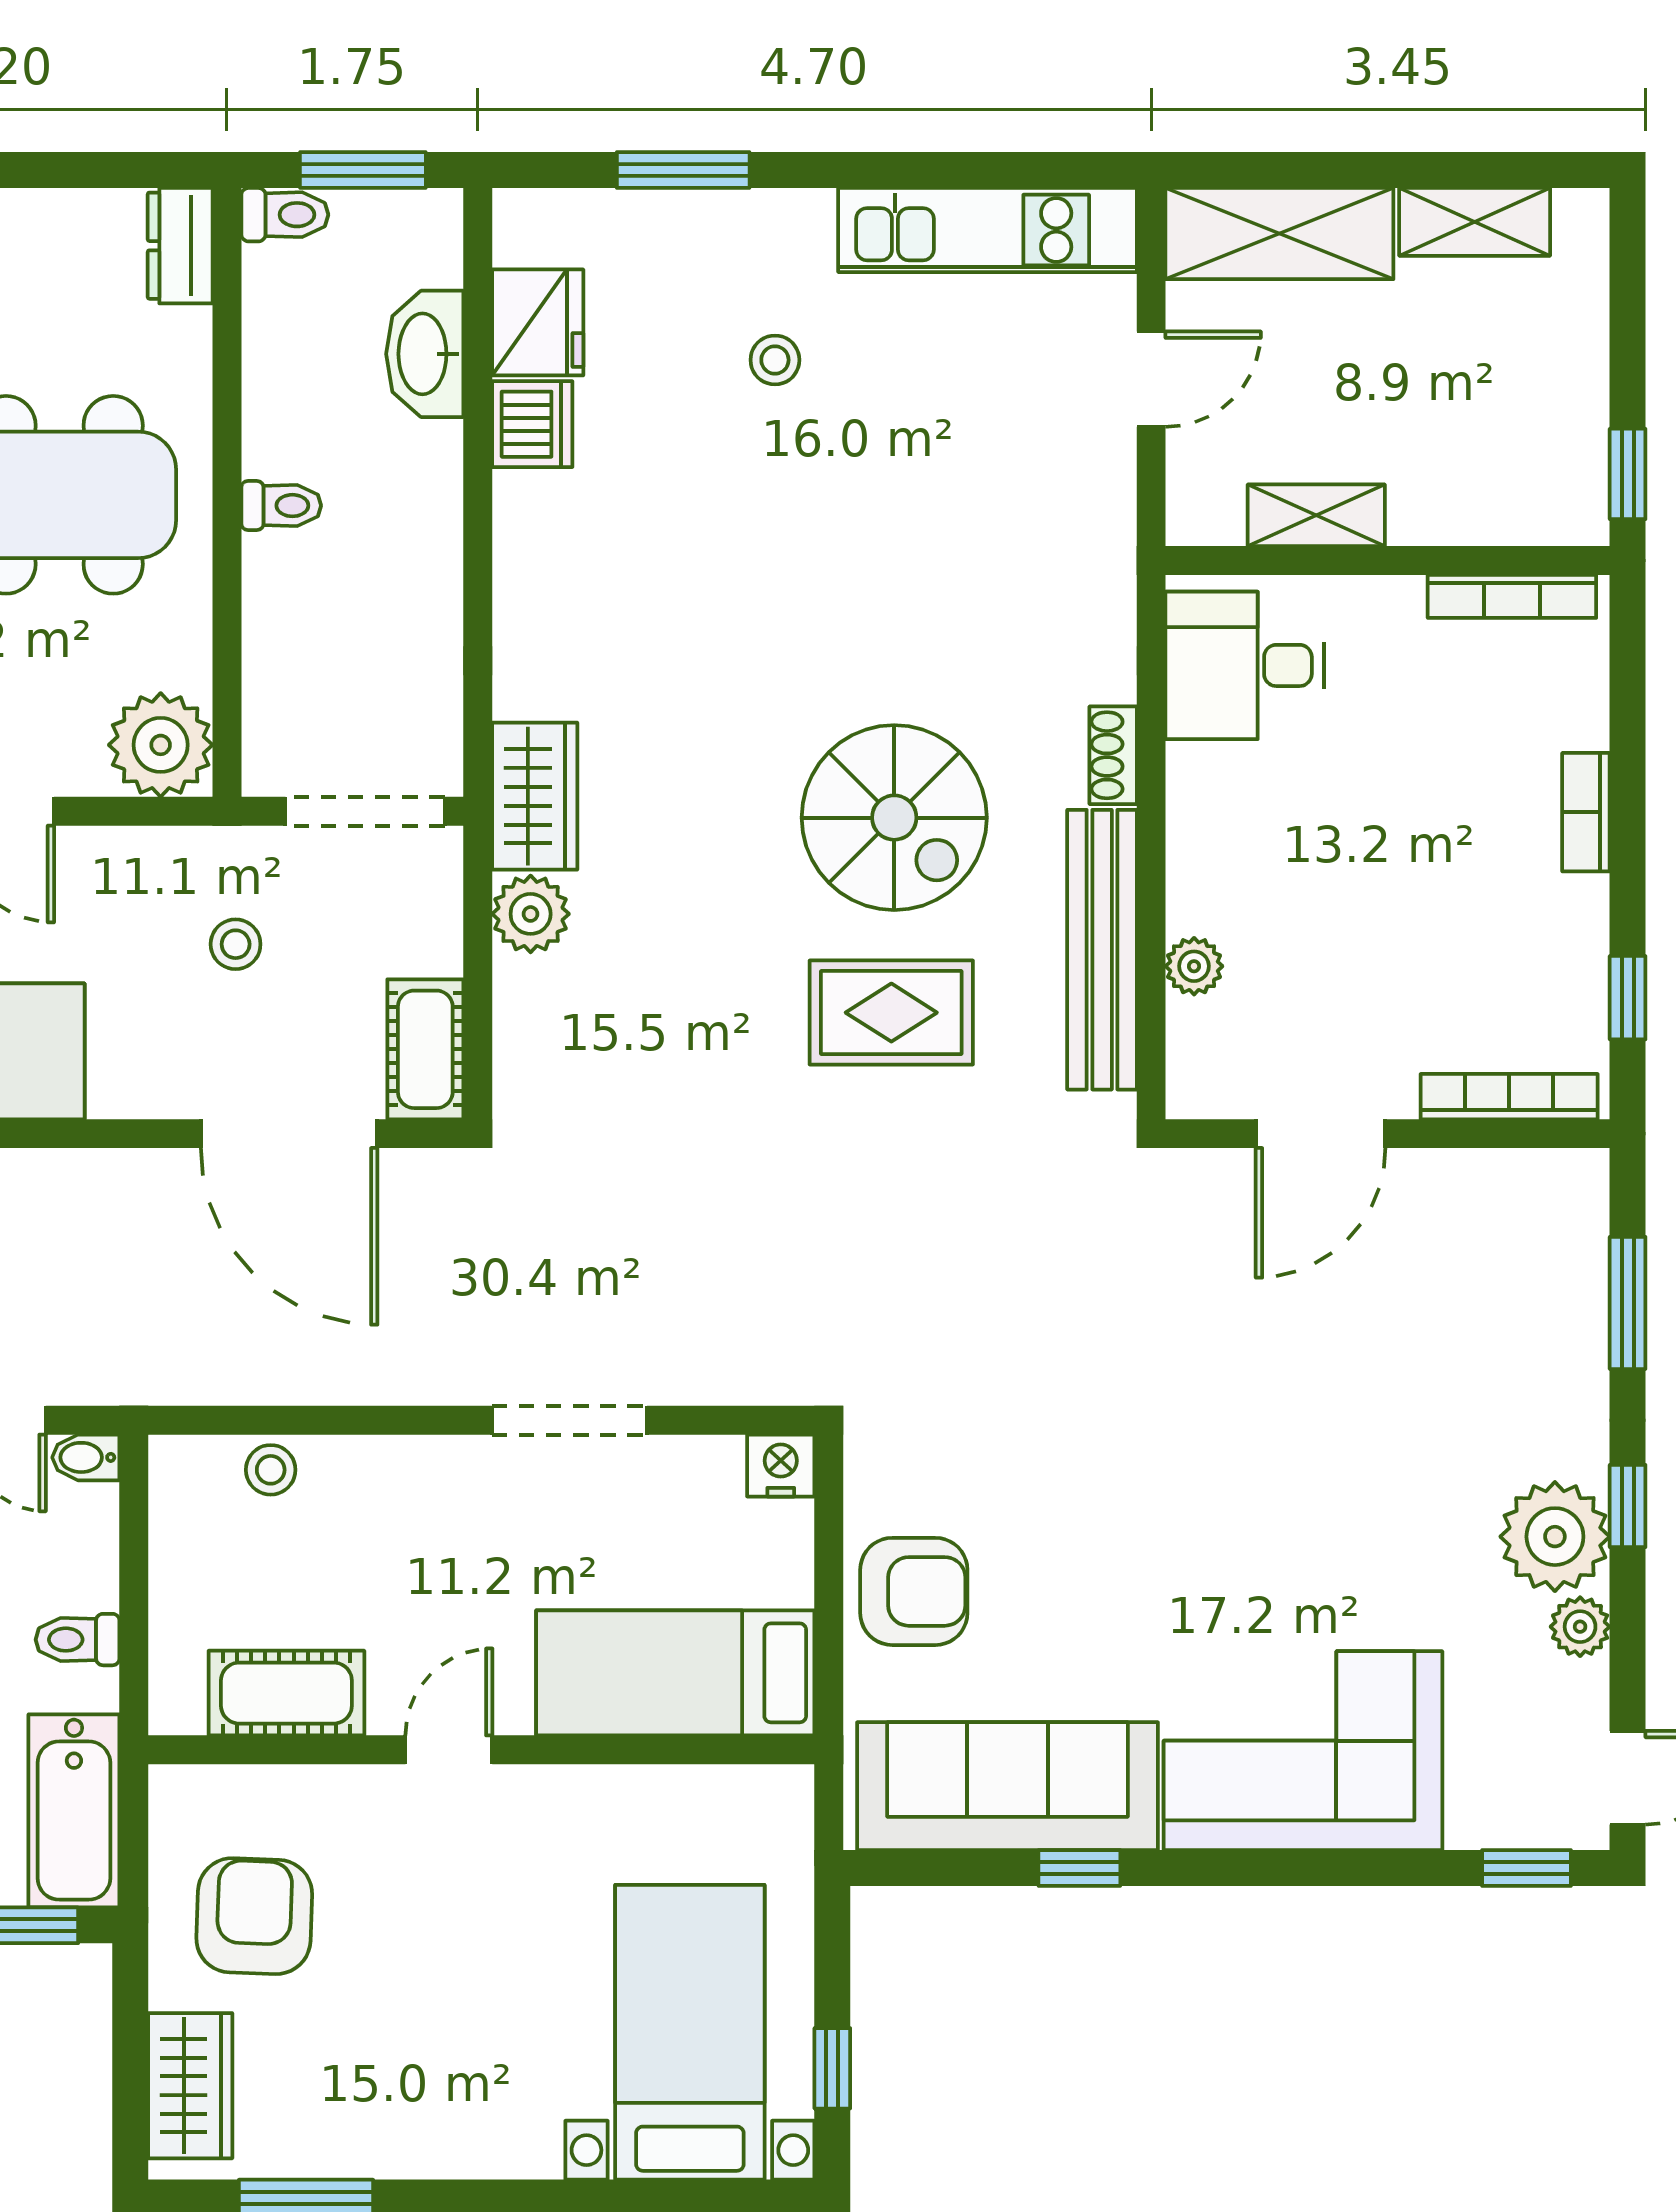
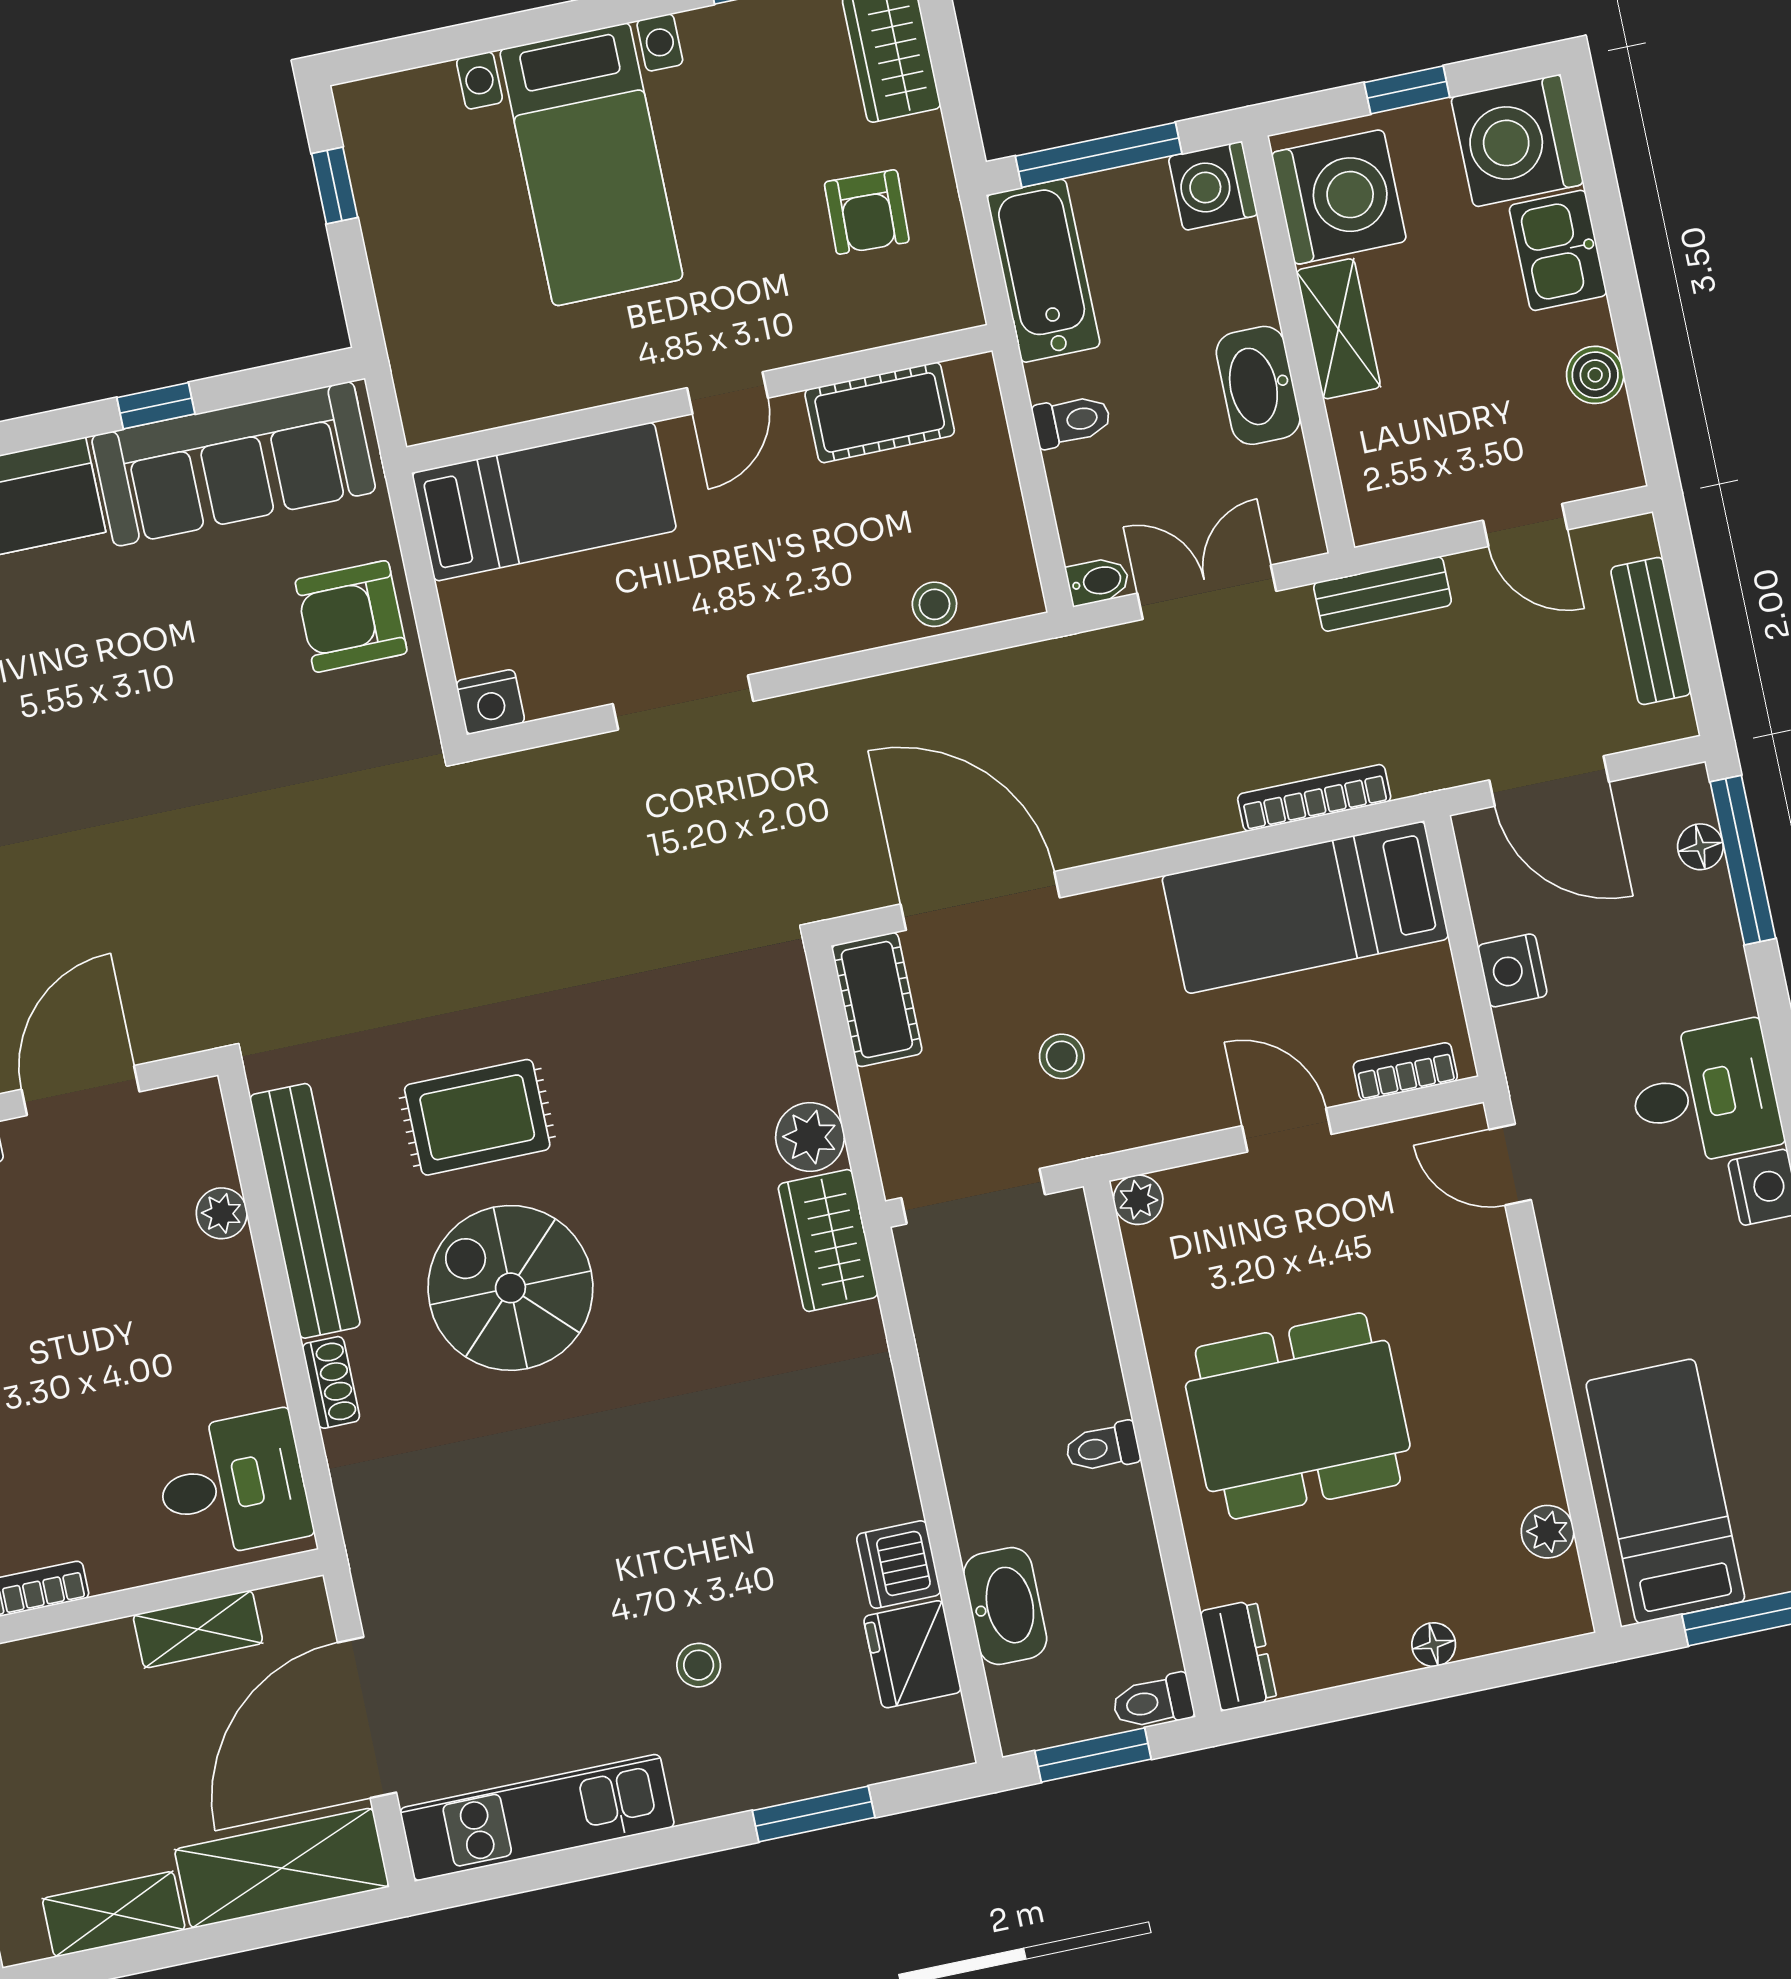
door: (1151, 379) -> (367, 1718), width x1.87
plant: (161, 745) -> (1138, 1200), width x0.53, depth x0.53
armchair: (254, 1916) -> (867, 212), width x0.72, depth x0.72
bed with nightstands: (690, 2032) -> (591, 164), moved

